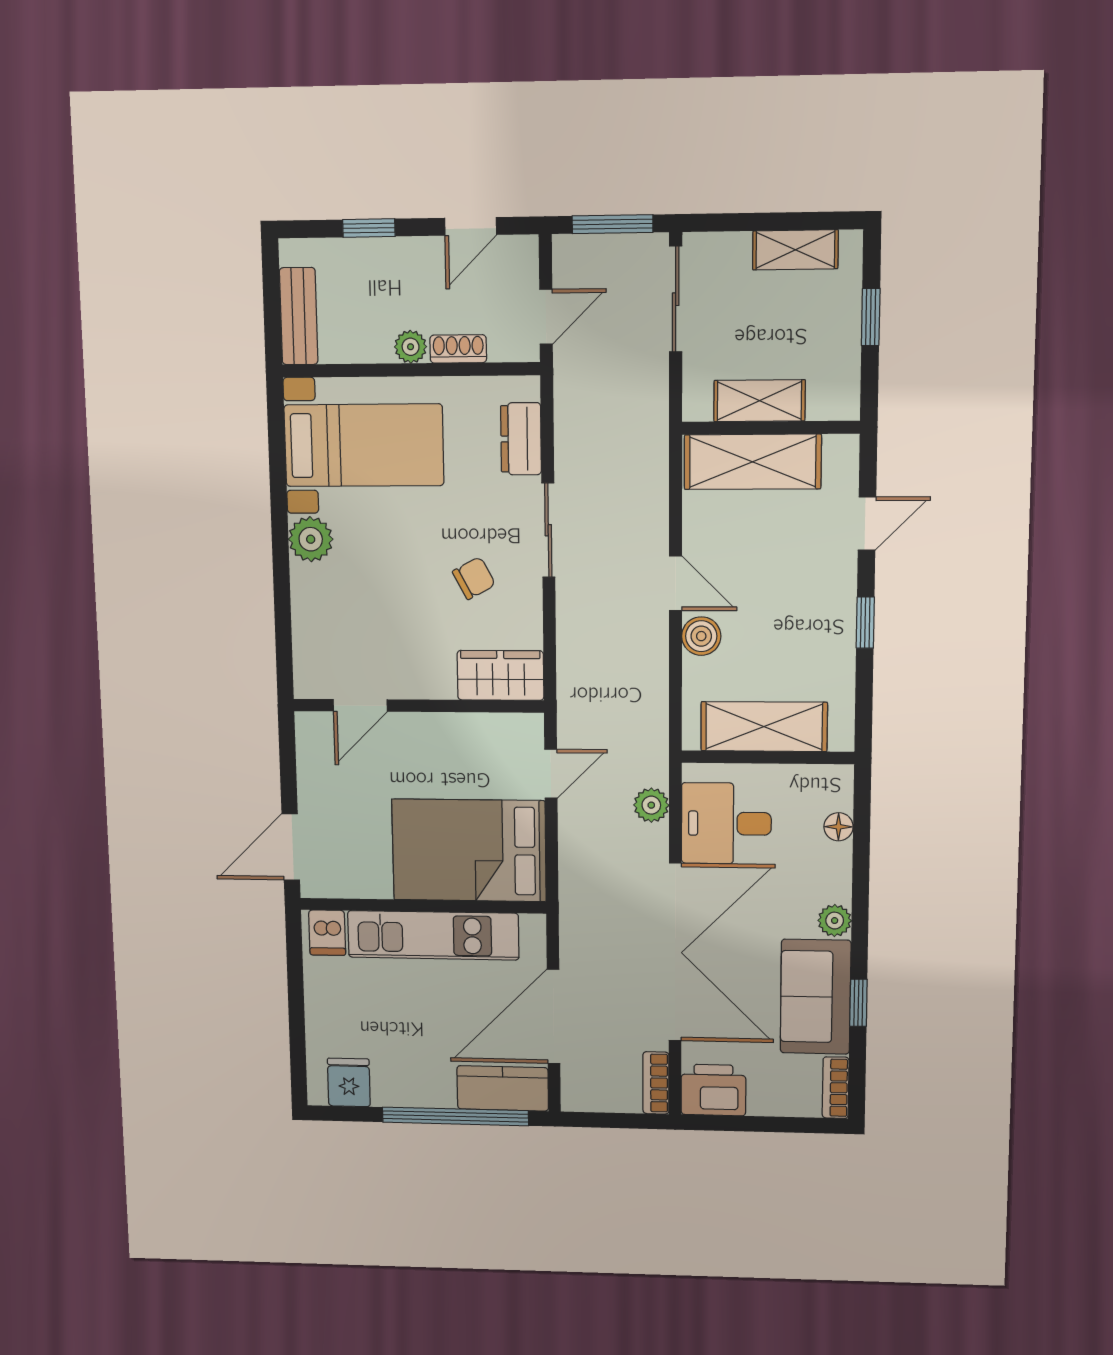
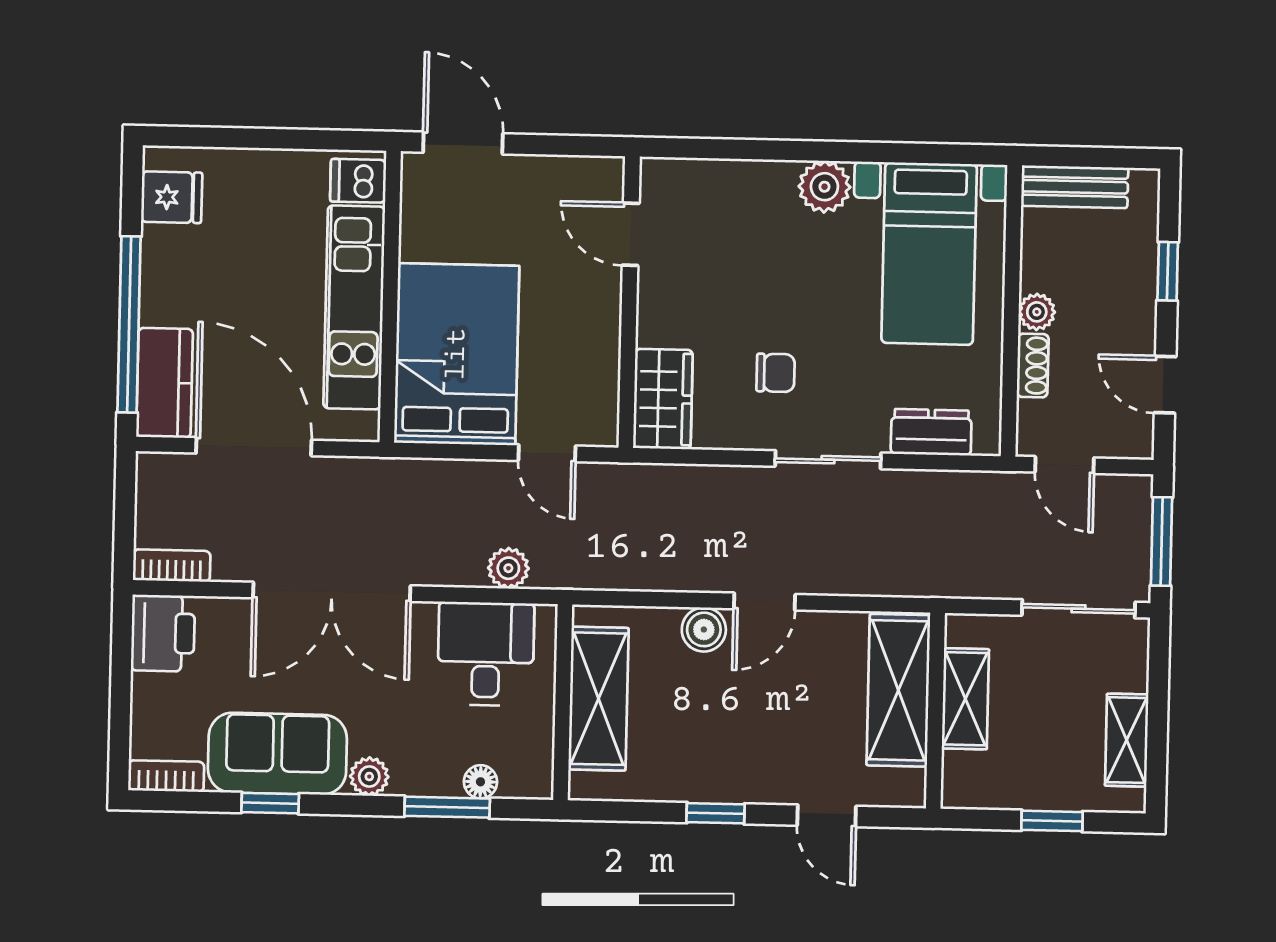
chair: (474, 578) -> (776, 373), turned -62
window: (861, 855) -> (447, 807), added
double door: (675, 953) -> (332, 592), width x0.73

